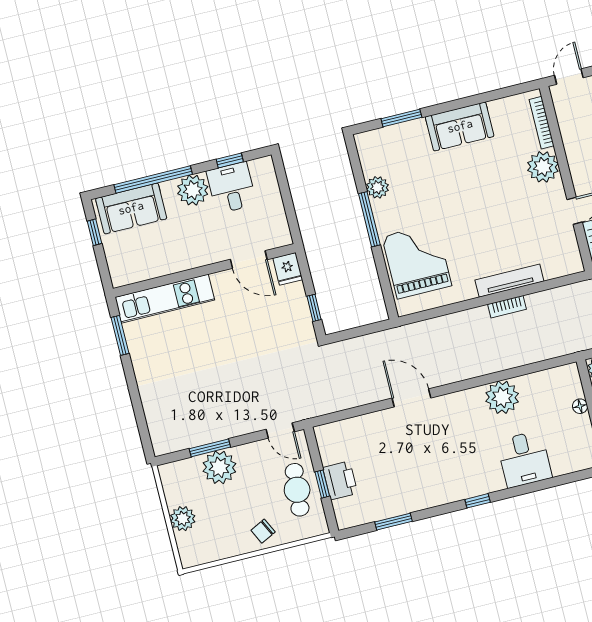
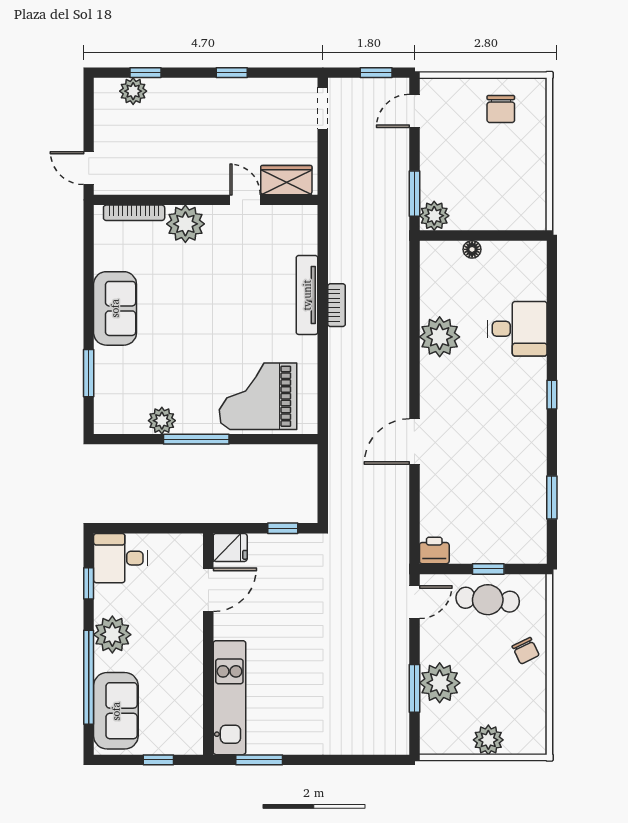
desk: (231, 188) -> (120, 558), moved
window: (94, 232) -> (158, 760), moved
printer: (340, 480) -> (434, 550), moved, width x0.73, depth x0.81

